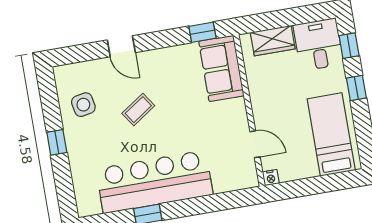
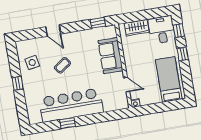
sofa: (221, 68) -> (110, 56), moved

